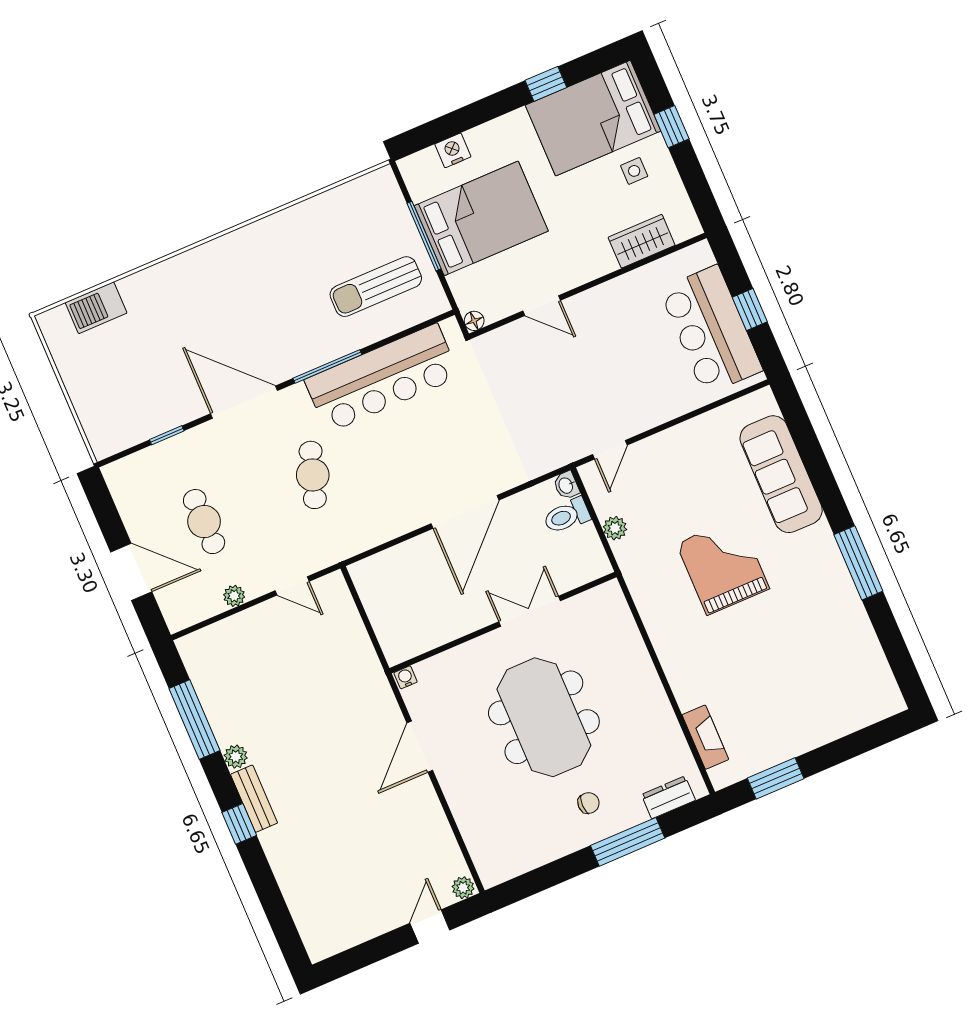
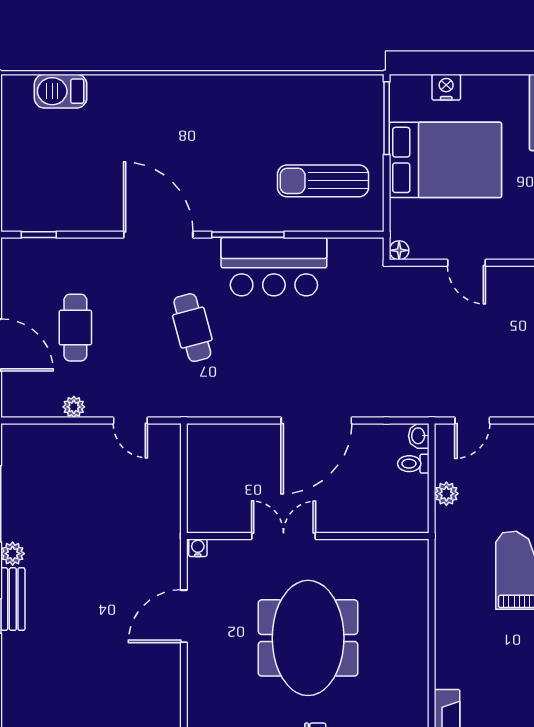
window: (424, 236) -> (387, 118), moved
bar counter: (382, 378) -> (274, 267), width x0.73
window: (167, 435) -> (39, 235), moved
cafe table: (313, 475) -> (192, 328), turned -33
toilet: (567, 516) -> (413, 464), width x0.73, depth x0.72
double door: (530, 611) -> (284, 536), moved

